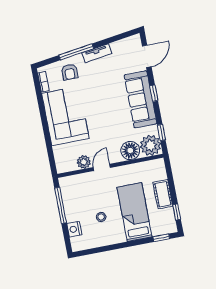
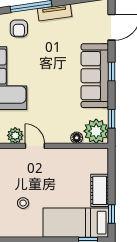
floor lamp: (130, 151) -> (77, 138), width x0.53, depth x0.53
door: (102, 167) -> (35, 146), hinge flipped
bed: (134, 212) -> (76, 223), moved, turned -90

